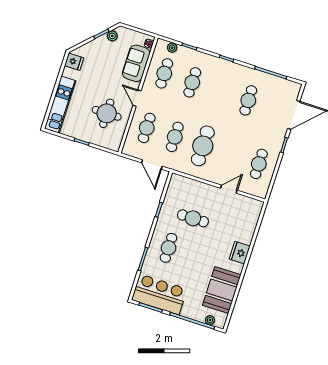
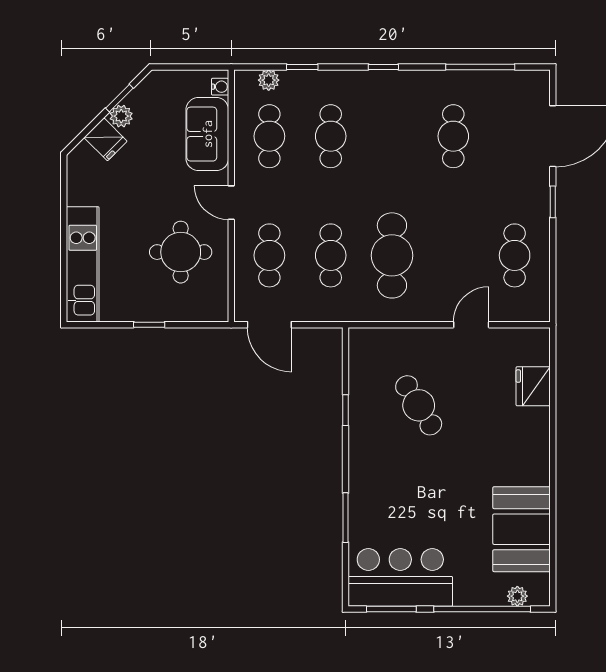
plant: (112, 36) -> (121, 116), moved
fridge: (74, 62) -> (106, 139), moved, turned 45
door: (152, 164) -> (269, 325), moved
cafe table: (193, 218) -> (419, 405), turned 58
cafe table: (168, 248) -> (389, 480), removed
fridge: (240, 253) -> (533, 386), moved

